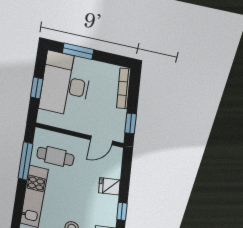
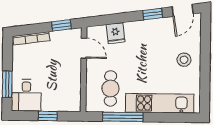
desk: (65, 85) -> (26, 95), width x0.53, depth x0.77
fridge: (109, 186) -> (116, 33), moved

